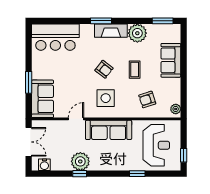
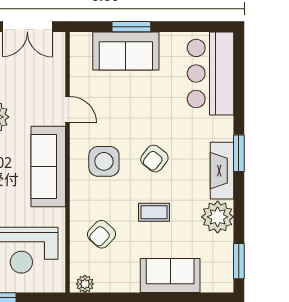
sofa: (43, 99) -> (126, 51), moved
armchair: (147, 99) -> (102, 234), turned -118

